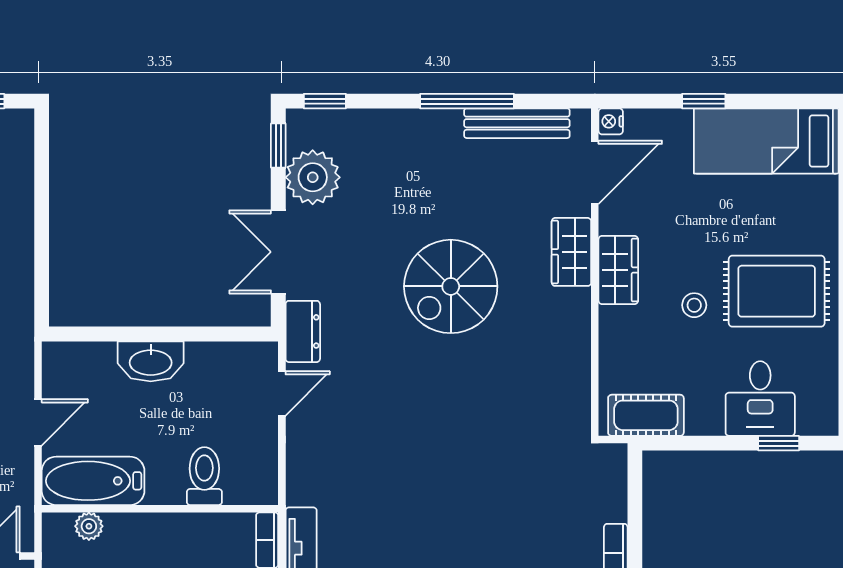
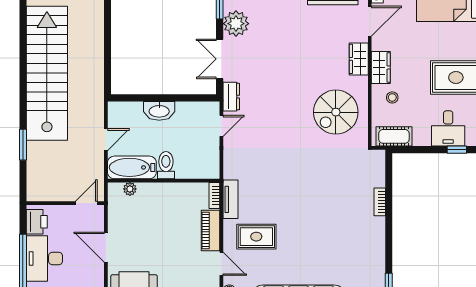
spiral stairs: (451, 286) -> (336, 112), moved
stool: (694, 305) -> (392, 97), moved
toilet: (204, 476) -> (166, 165), moved

